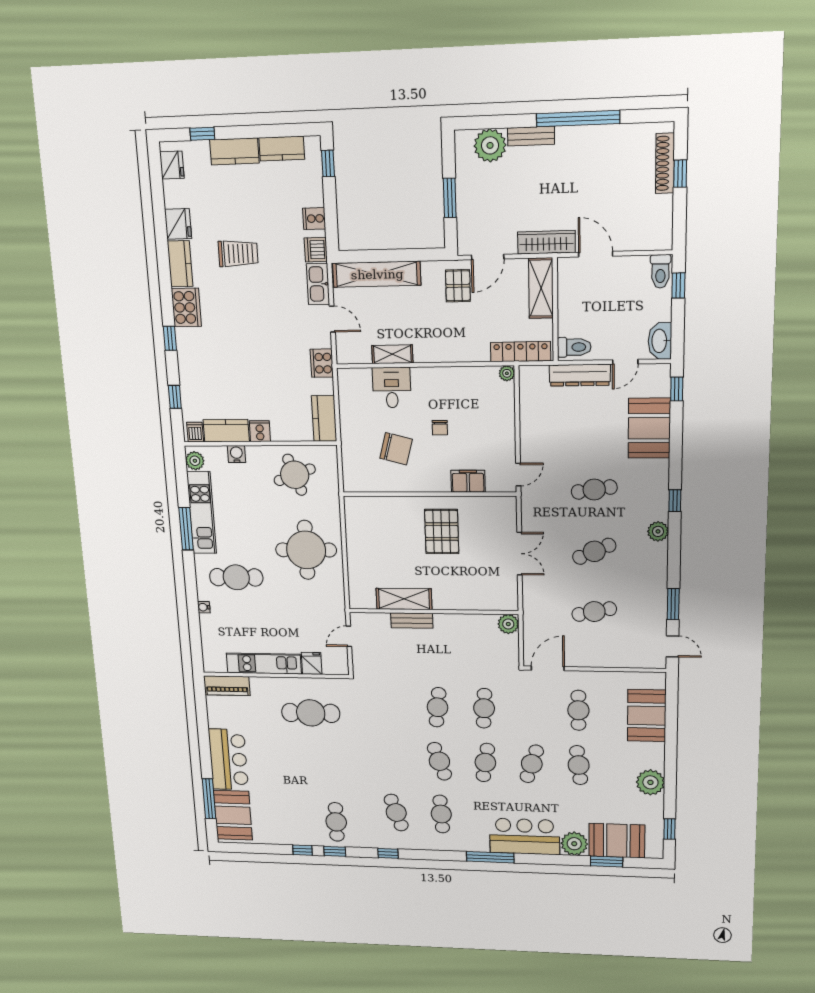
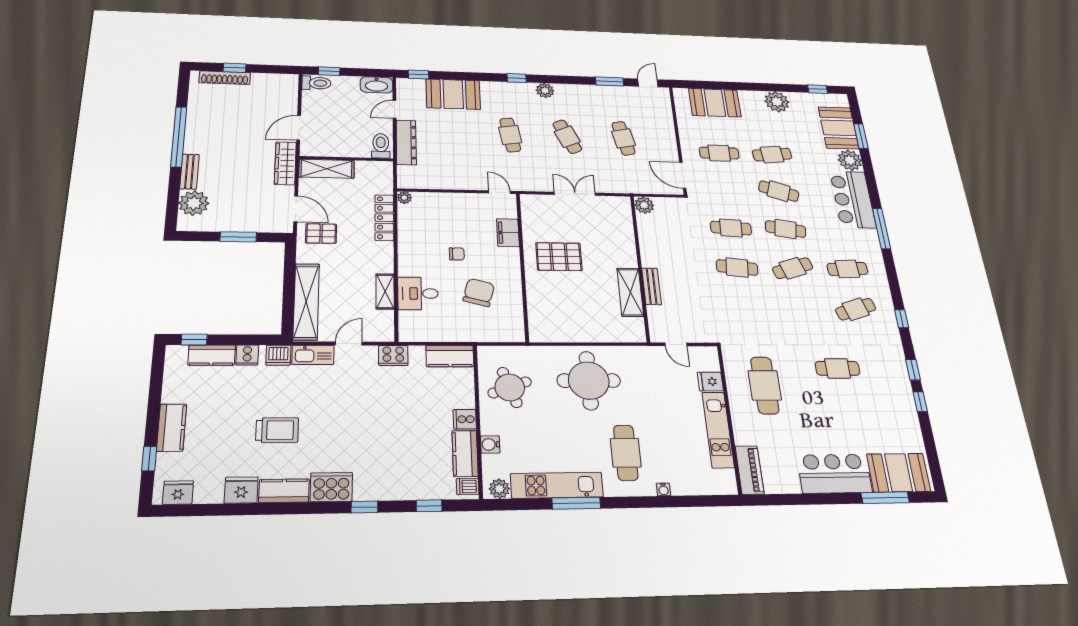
kitchen counter: (282, 149) -> (212, 355), moved, turned 90
trolley: (238, 254) -> (277, 430), turned 90
locker: (521, 352) -> (384, 218), moved
door: (625, 362) -> (394, 109), swing flipped
cafe table: (336, 822) -> (838, 368), moved

